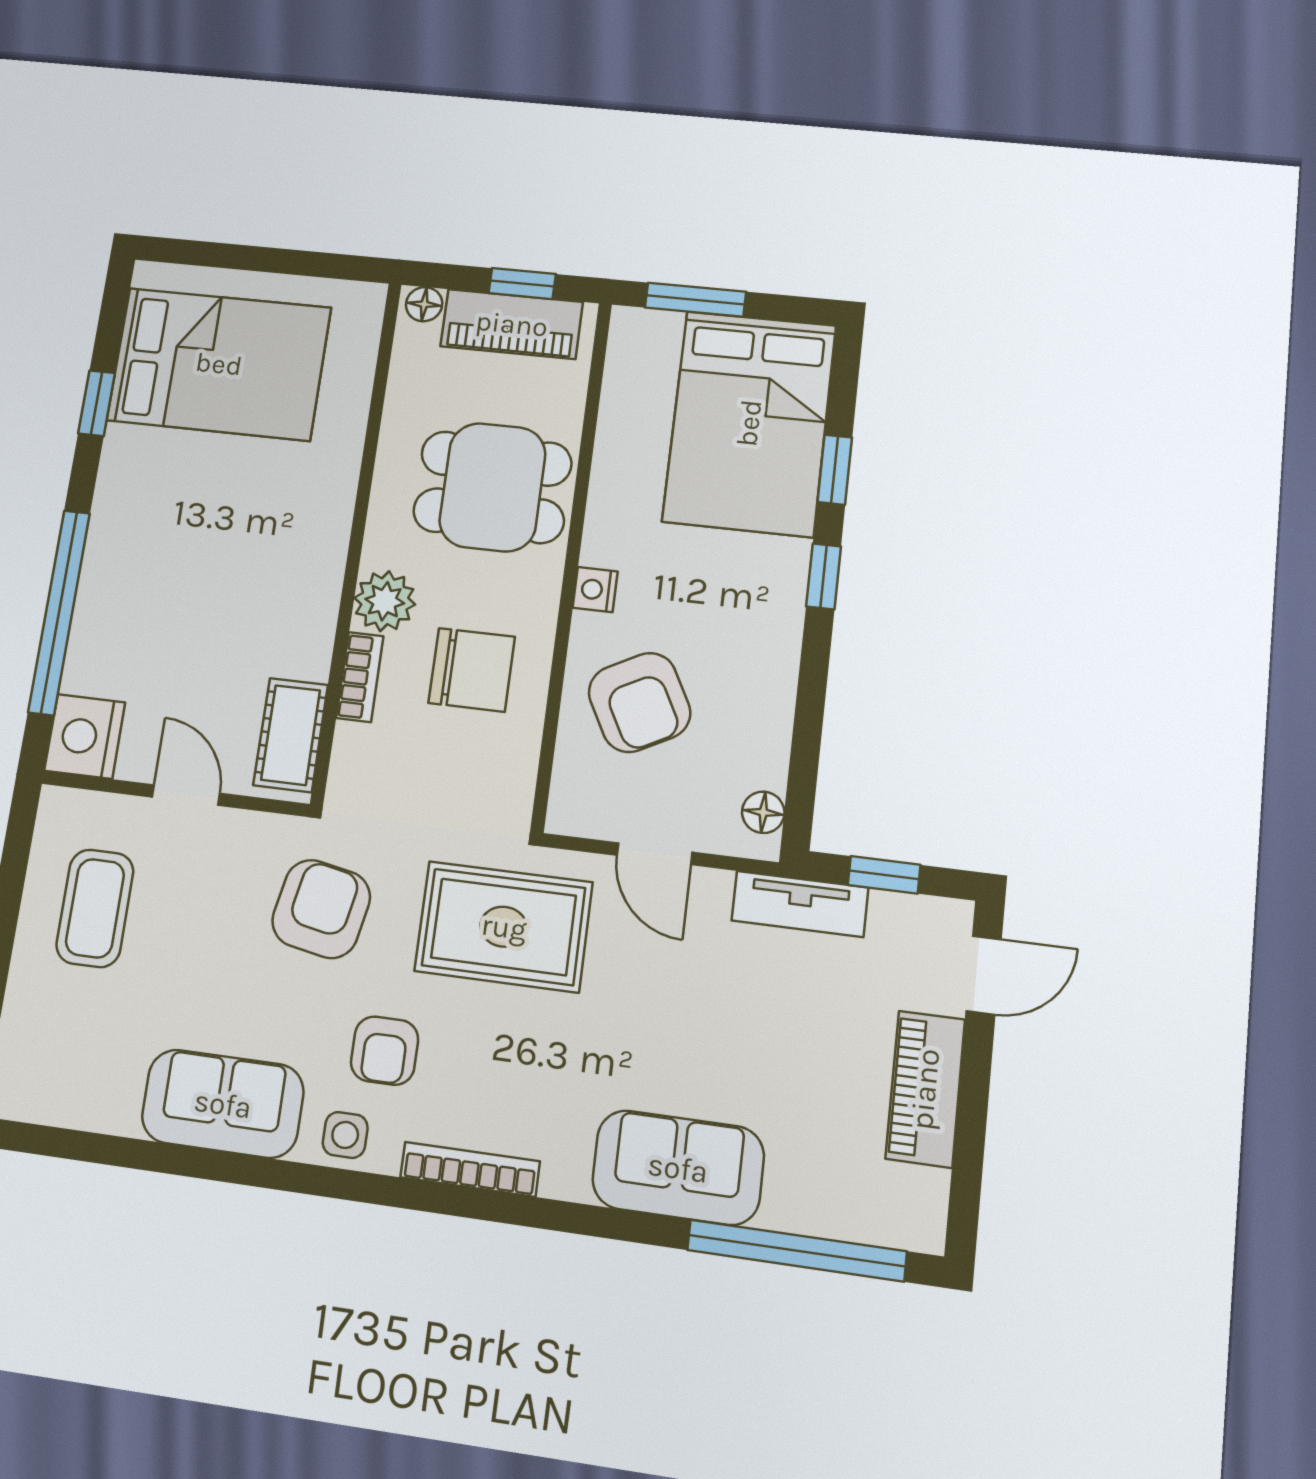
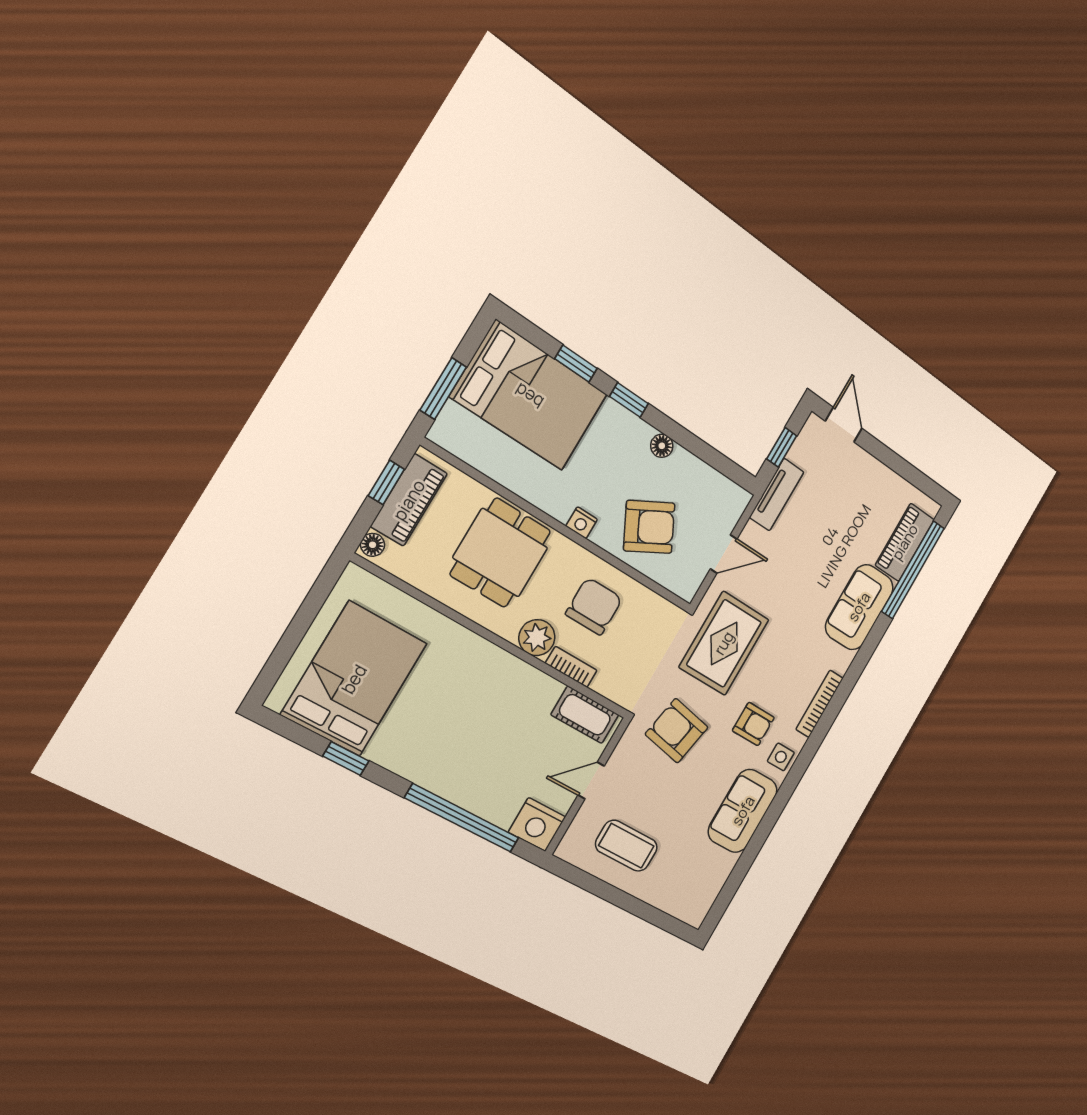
floor lamp: (763, 812) -> (662, 446), moved
piano: (925, 1089) -> (905, 542), moved, turned 90

